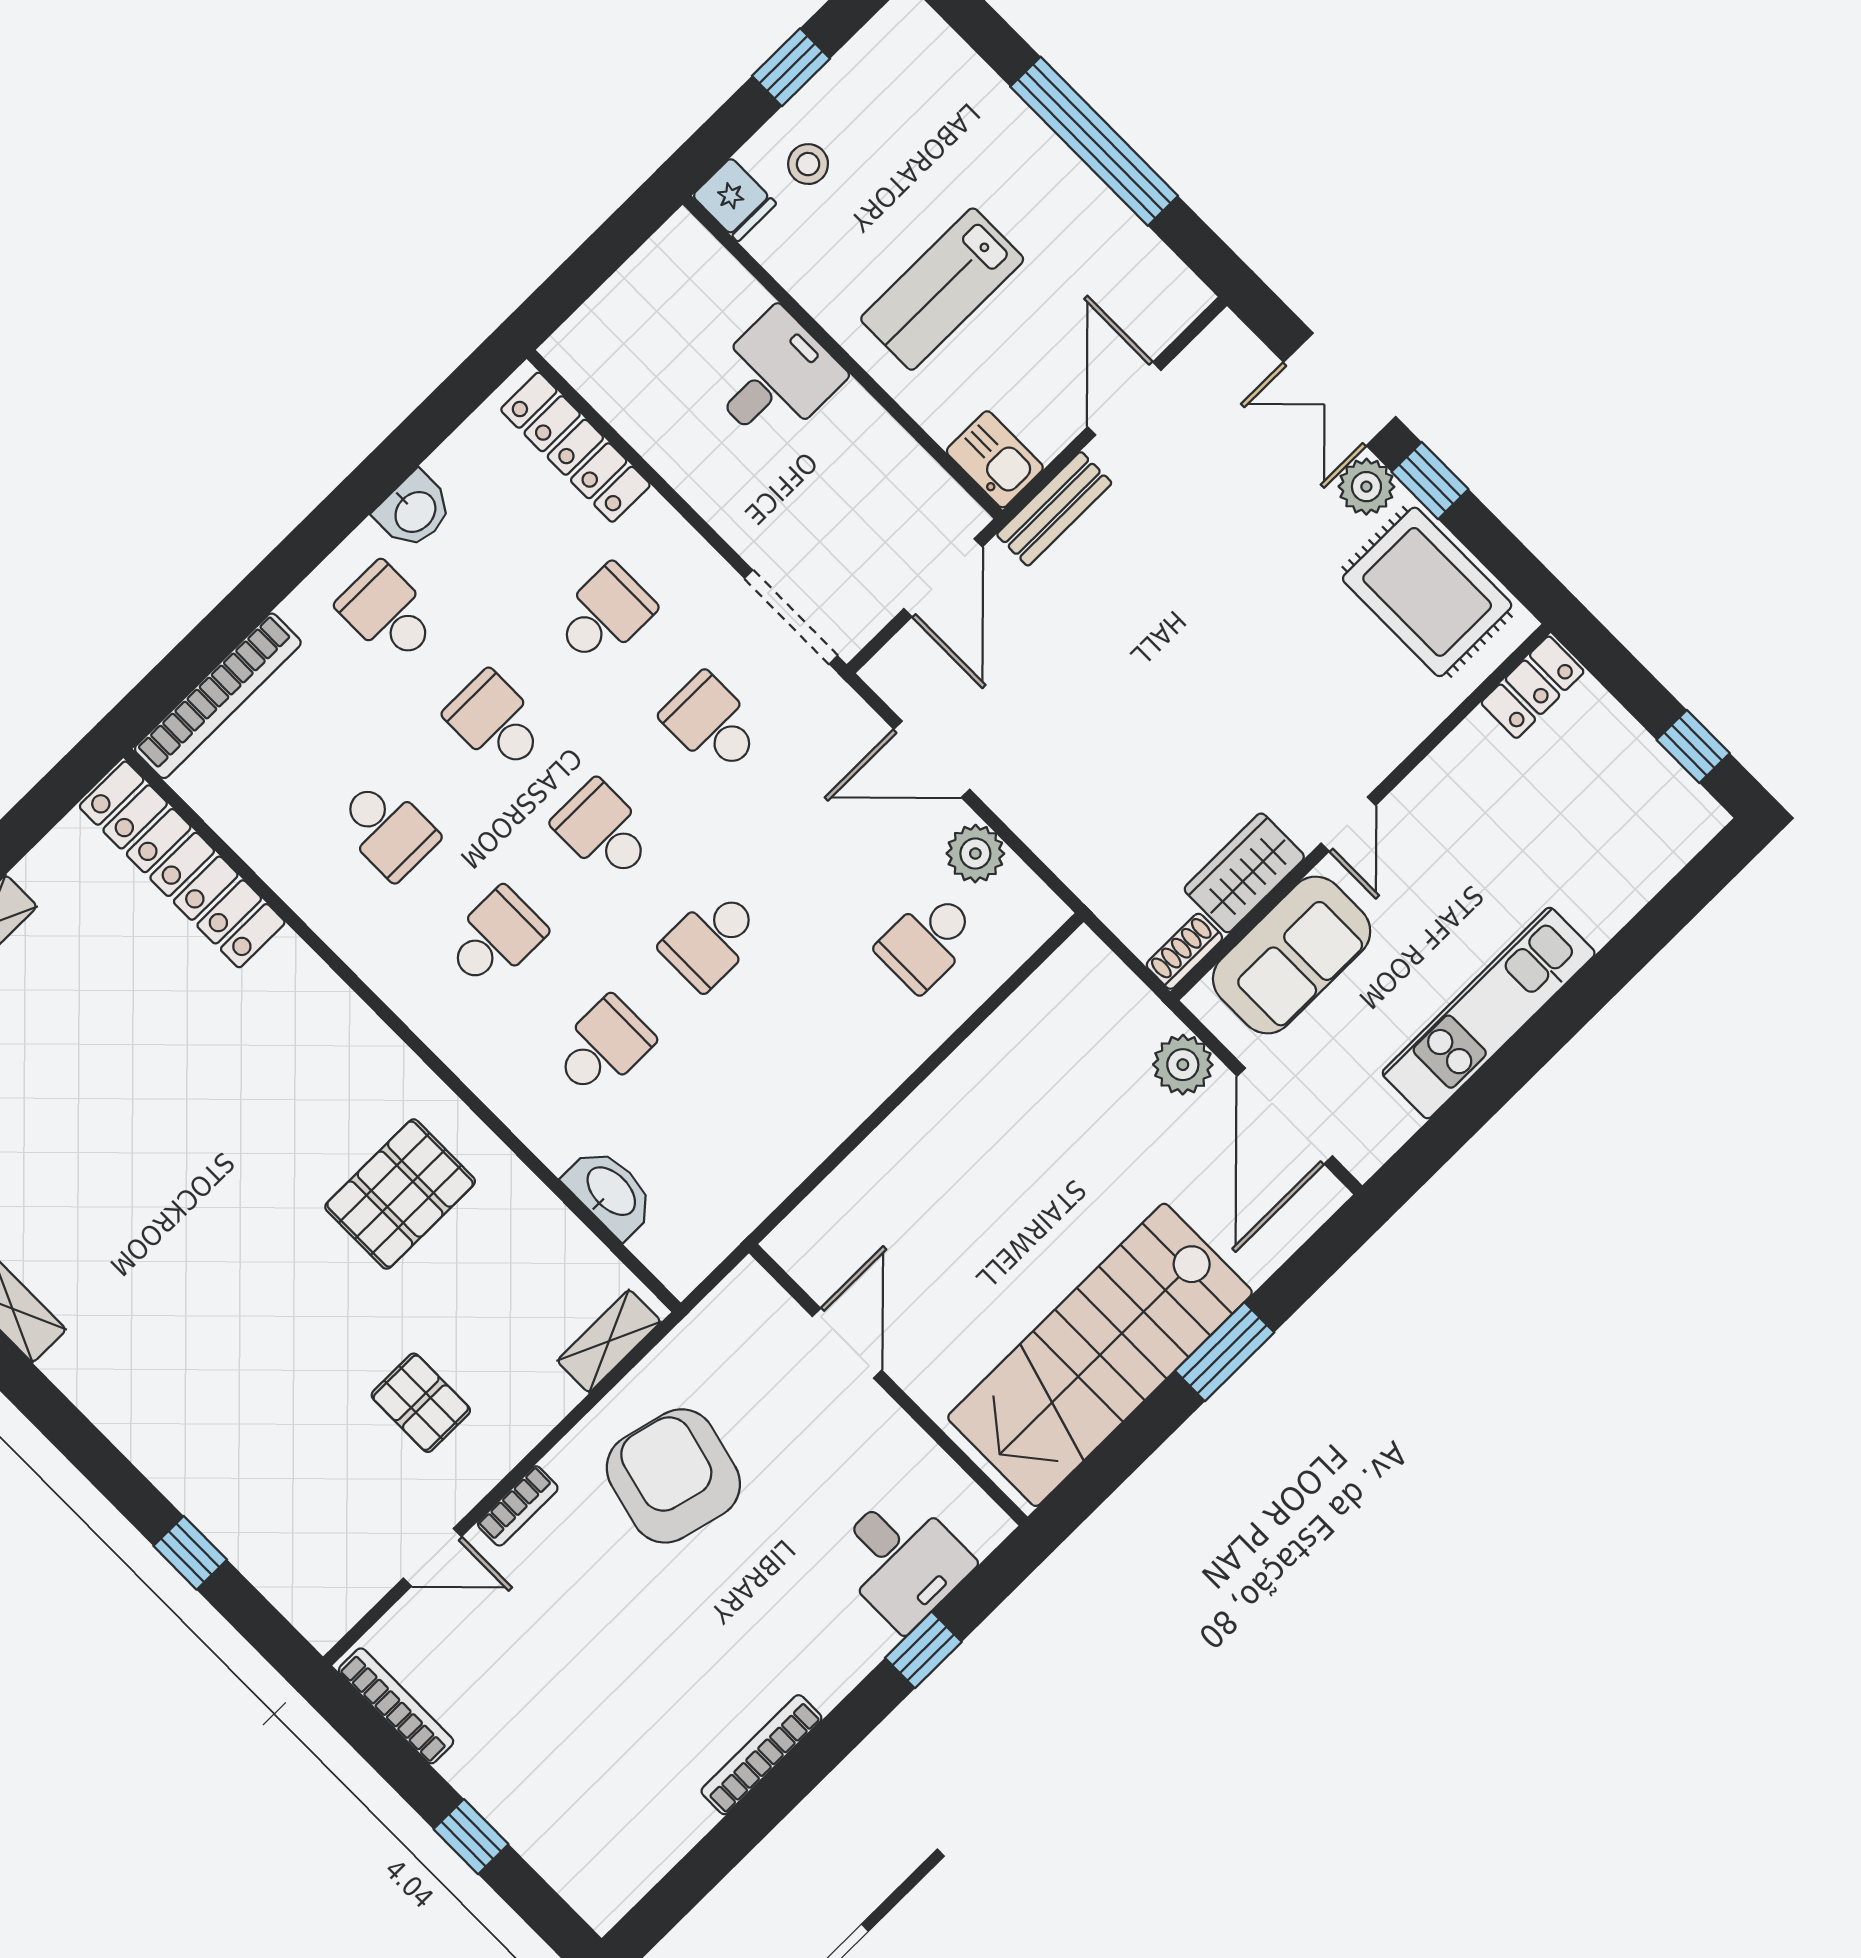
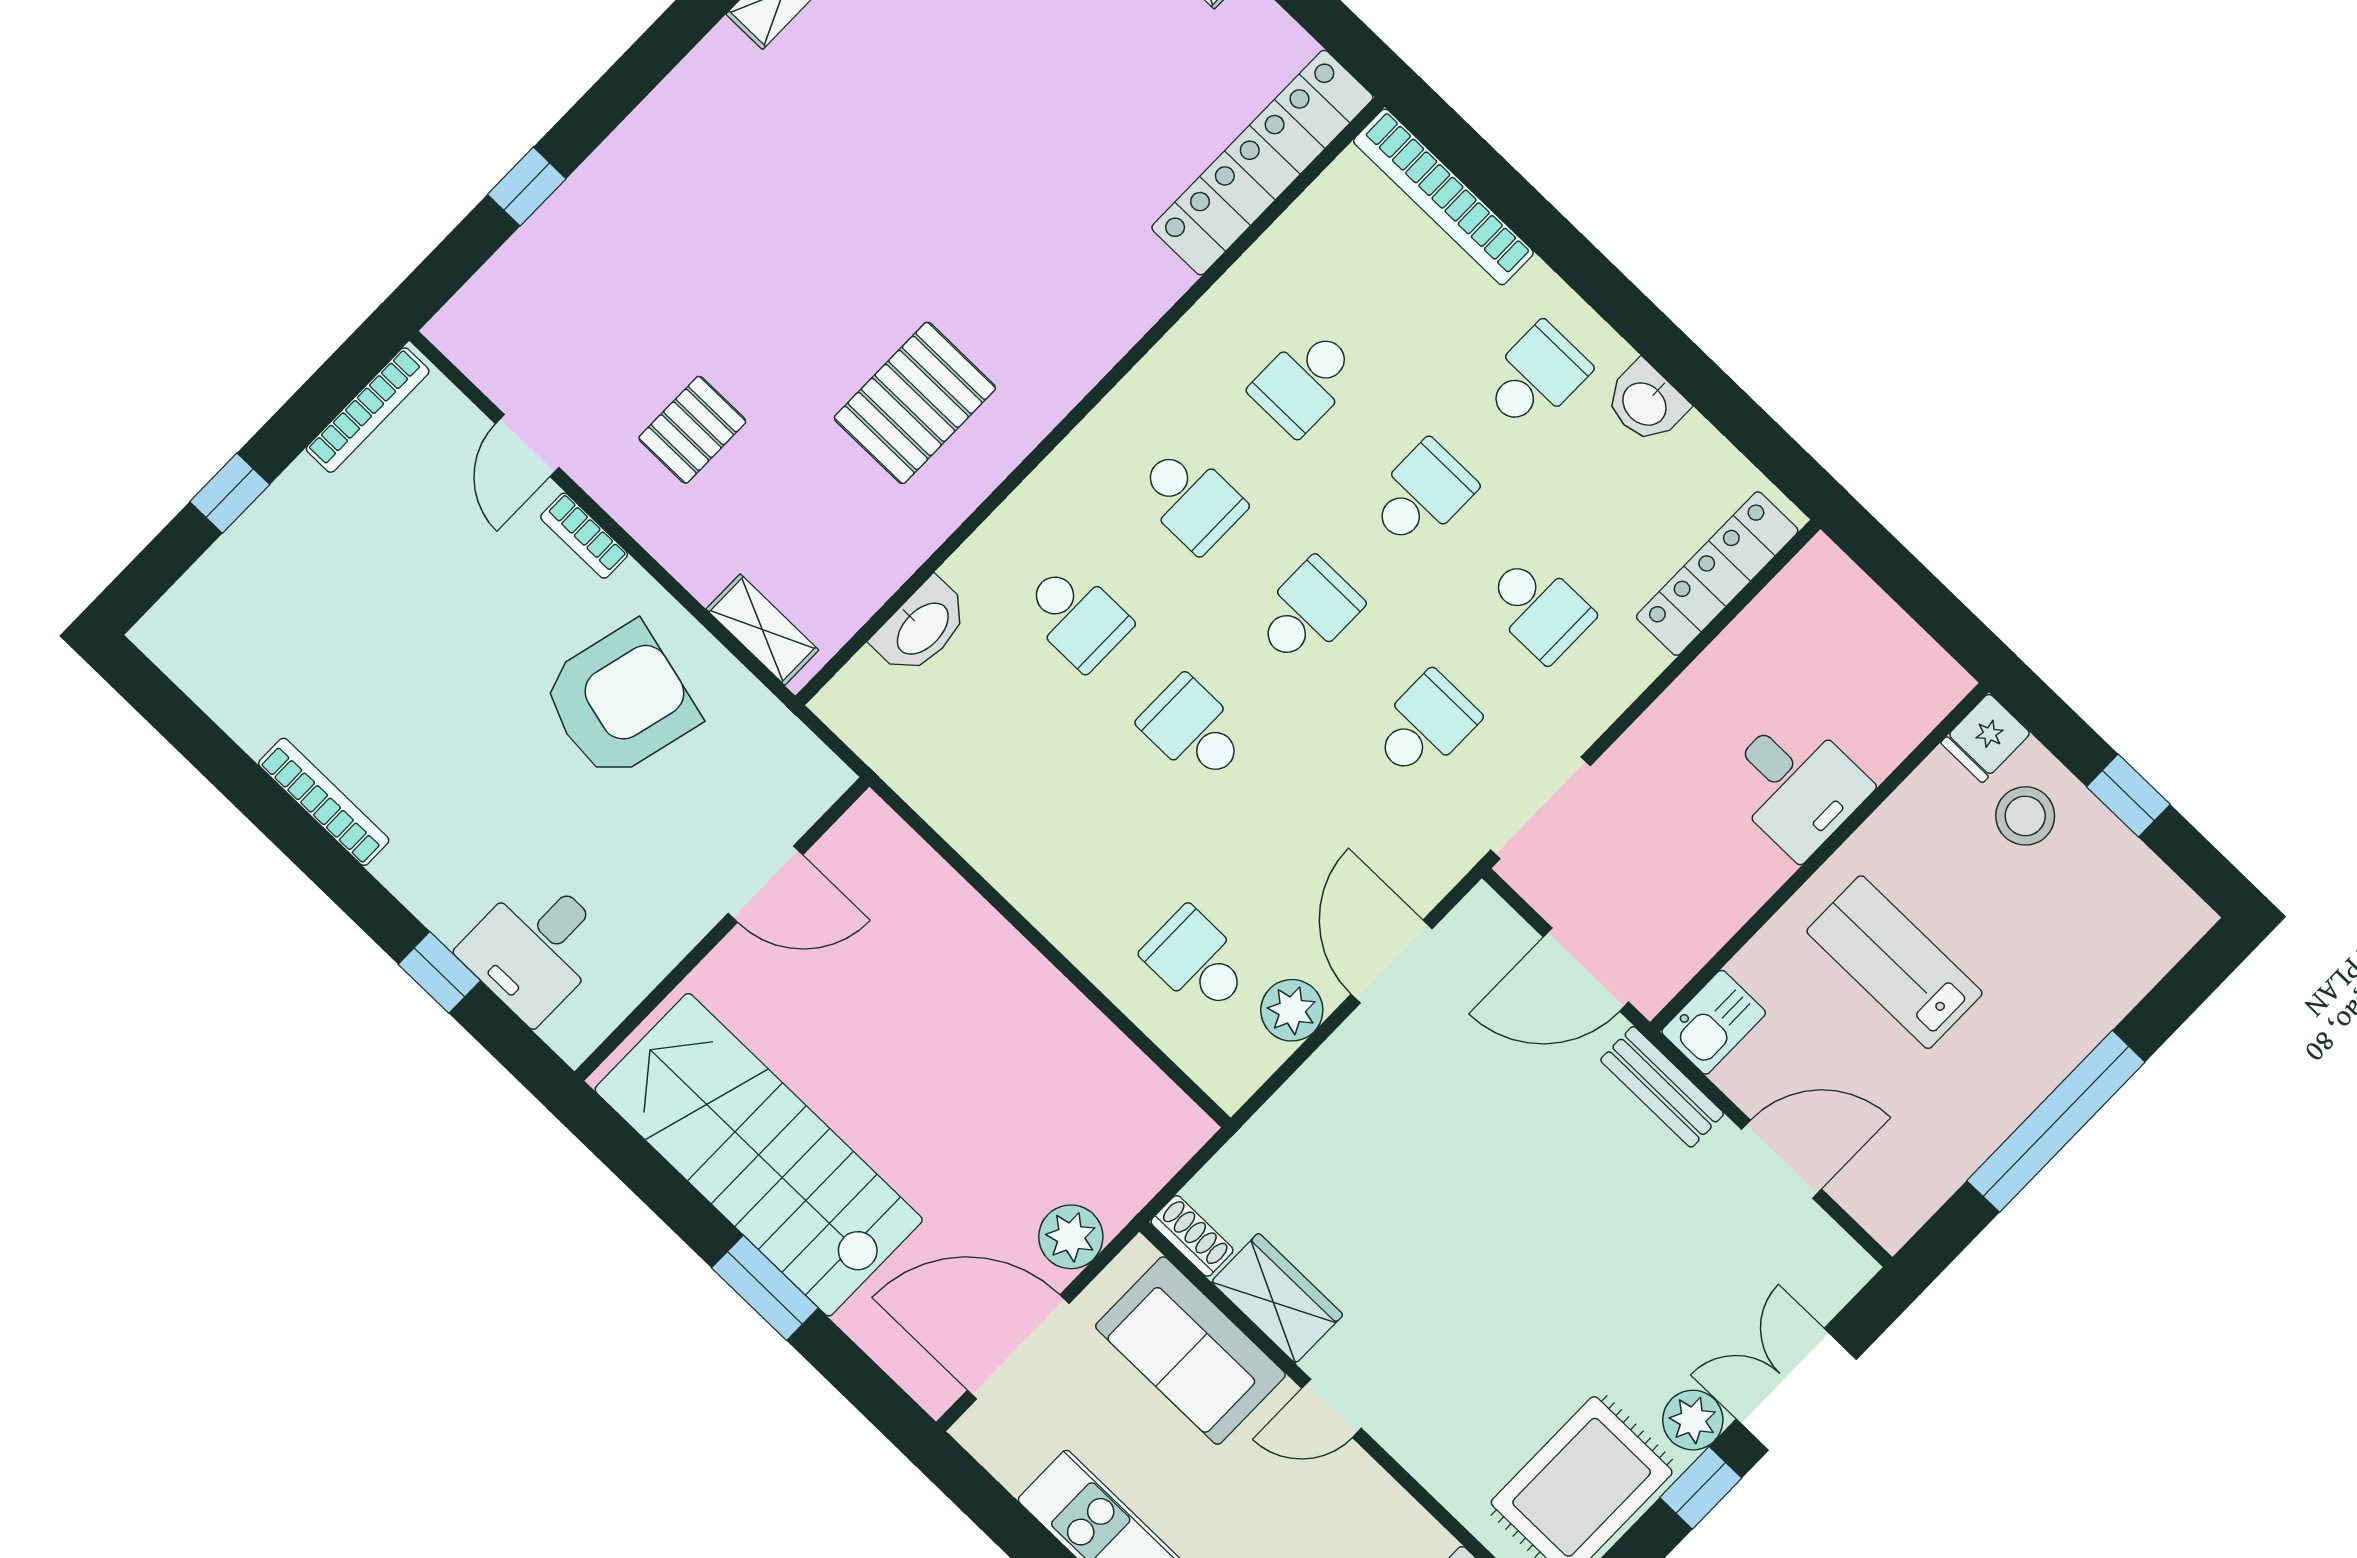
stool: (808, 164) -> (2025, 816), width x1.37, depth x1.37
pallet: (400, 1194) -> (915, 403), turned 90

